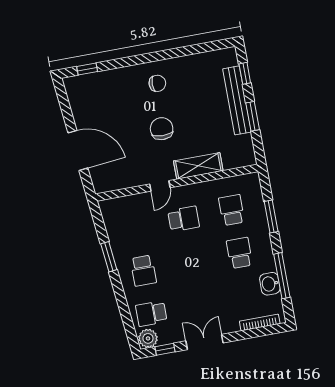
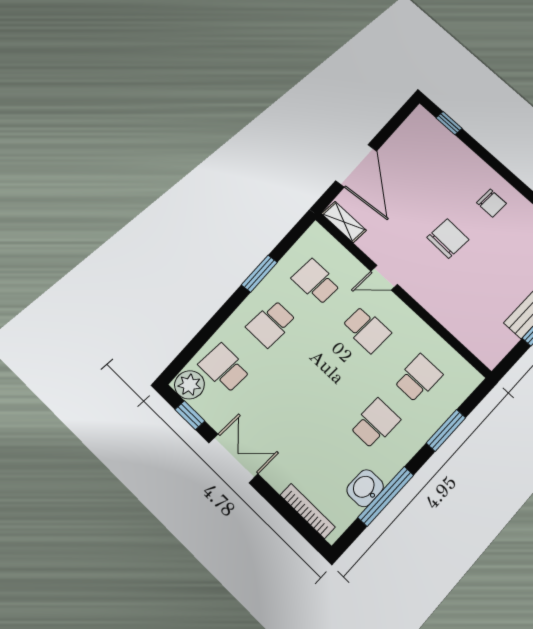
shelving: (198, 166) -> (344, 222), moved, width x0.67, depth x0.75
school desk: (135, 228) -> (316, 282), added

